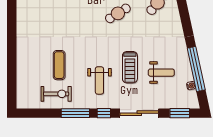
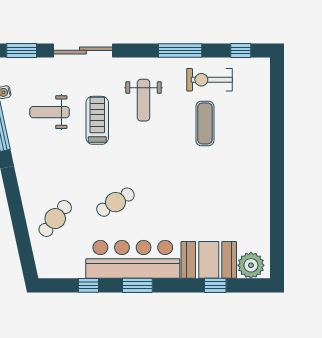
weight bench: (99, 80) -> (144, 100), turned 180
window: (104, 113) -> (241, 50), moved

